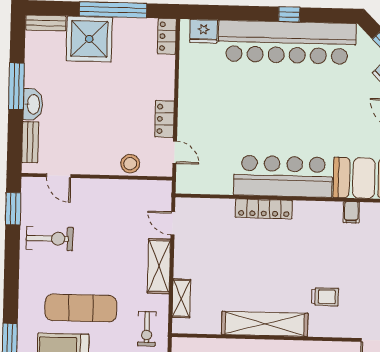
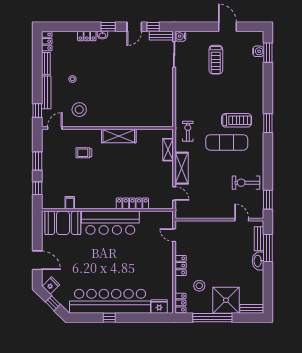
window: (16, 86) -> (268, 248), moved
locker: (164, 119) -> (181, 265), moved
stool: (130, 164) -> (199, 286), moved
locker: (264, 209) -> (132, 203), moved
shelving: (265, 324) -> (119, 136), width x0.68

